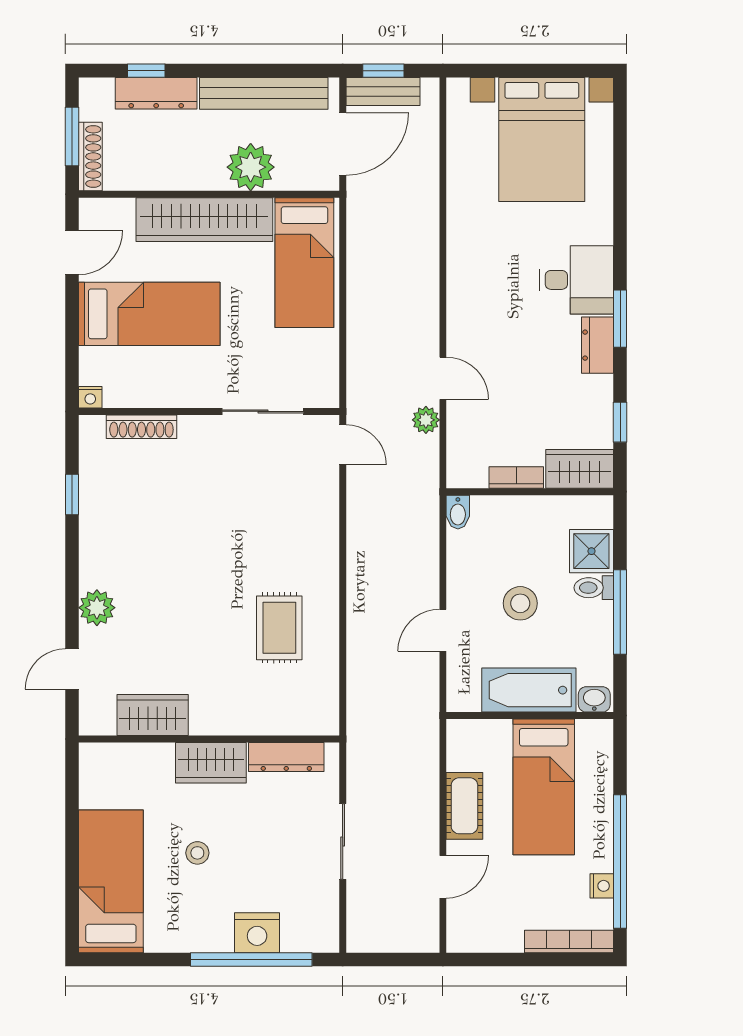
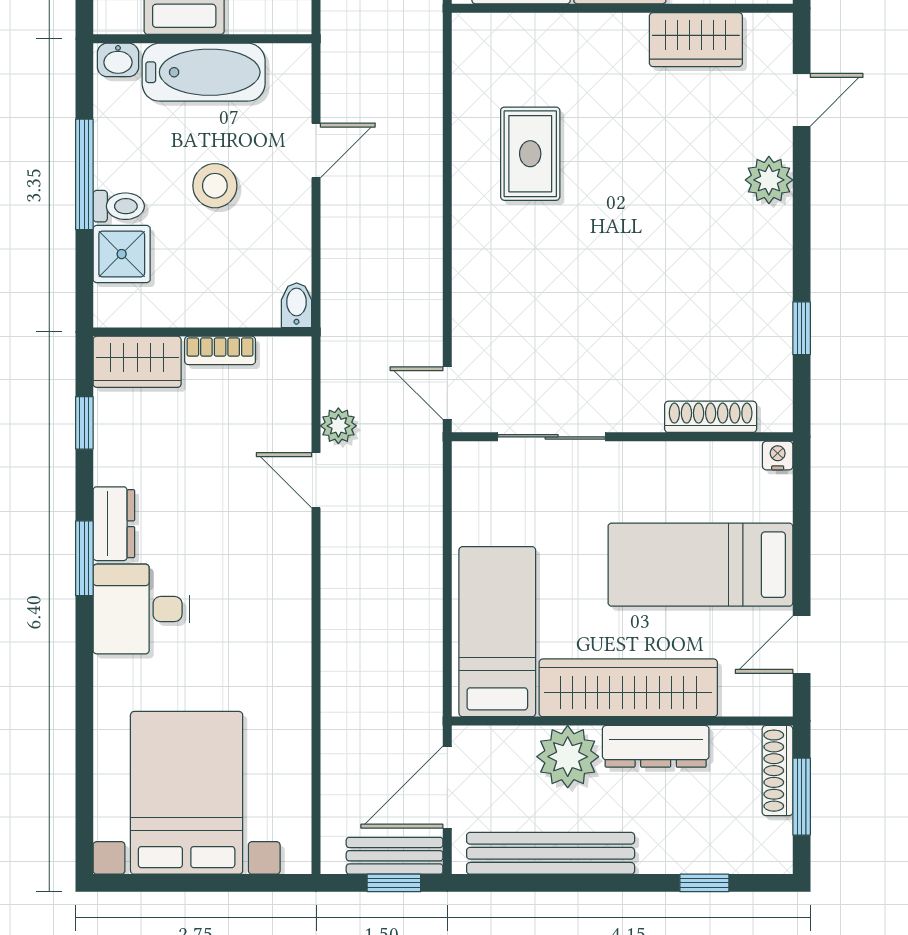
dresser: (156, 93) -> (656, 746), moved, turned 180

